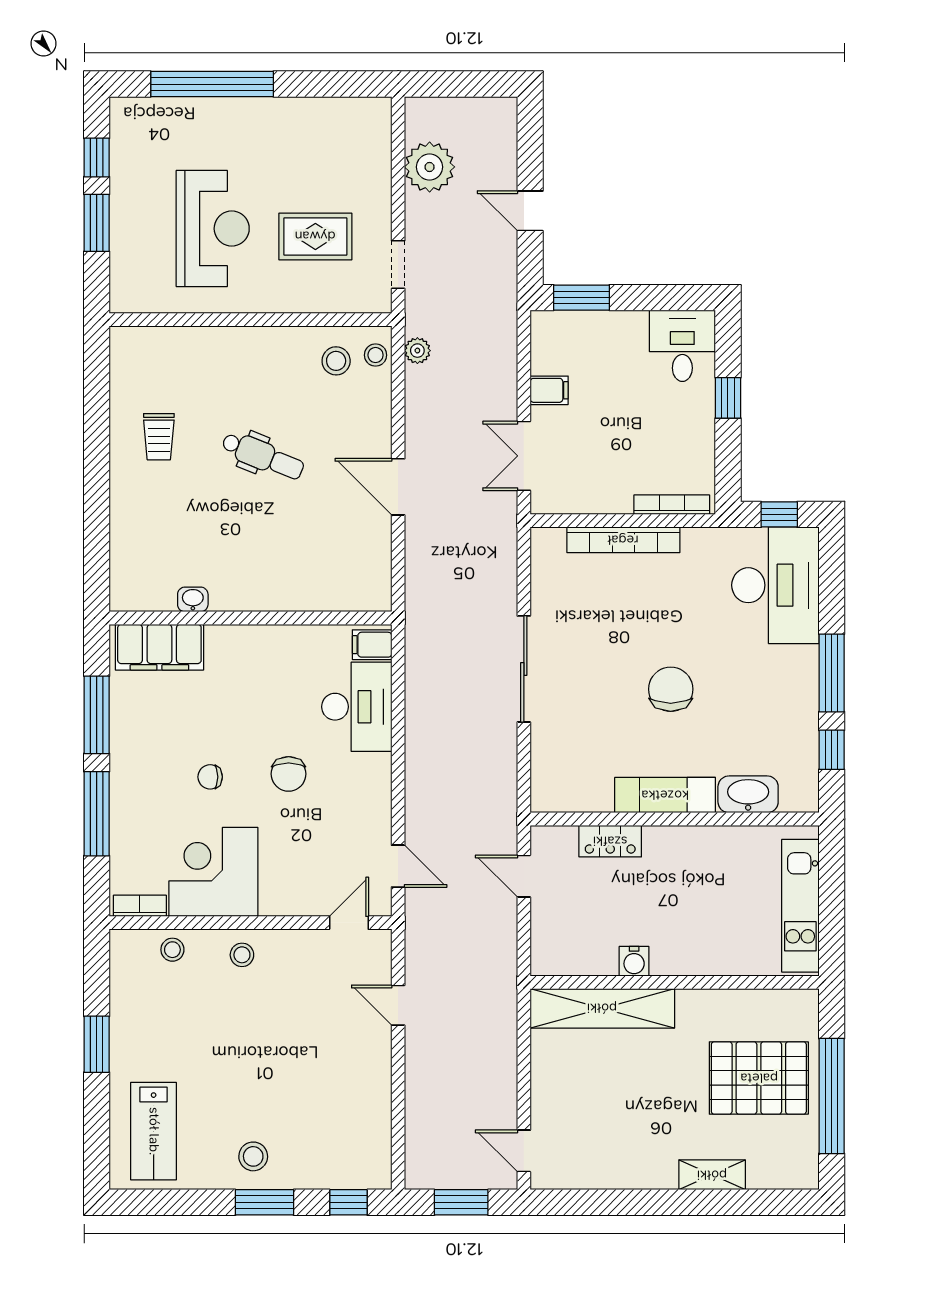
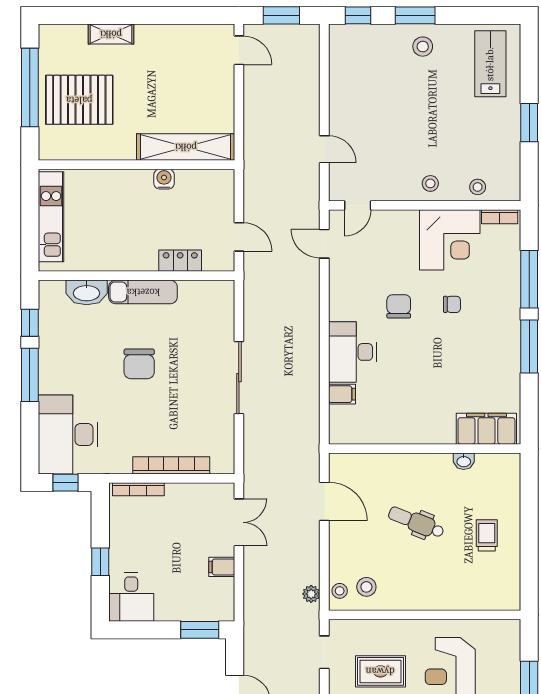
washbasin: (193, 599) -> (464, 461), moved
wall: (251, 618) -> (425, 449), moved
filing cabinet: (159, 647) -> (486, 429), moved

